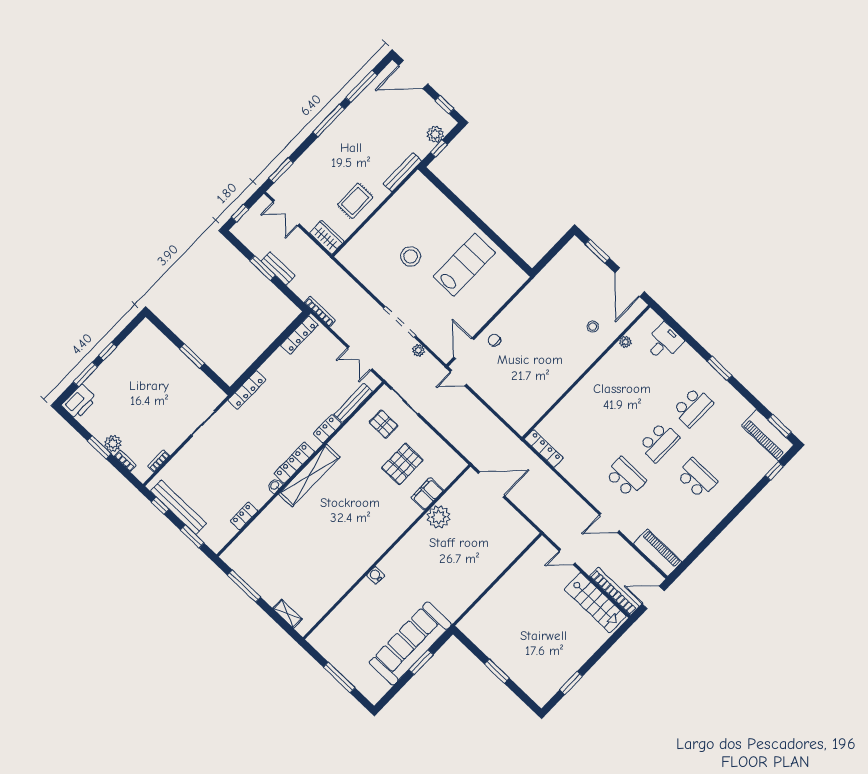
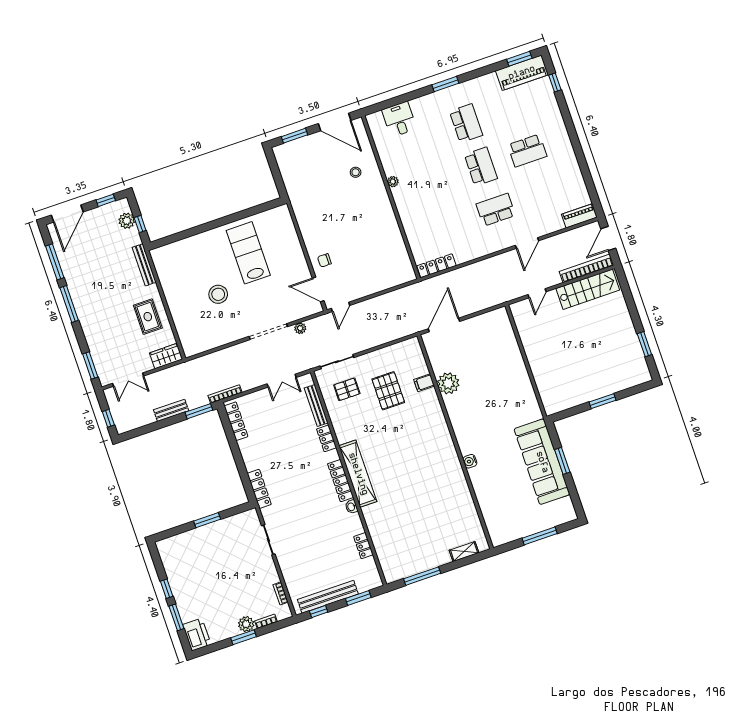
window: (263, 268) -> (199, 411), moved
plant: (625, 342) -> (393, 182), moved
school desk: (697, 478) -> (527, 151), turned 180
filing cabinet: (427, 494) -> (424, 383), width x0.50
piano: (658, 553) -> (579, 216), width x0.73, depth x0.75

